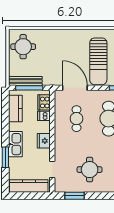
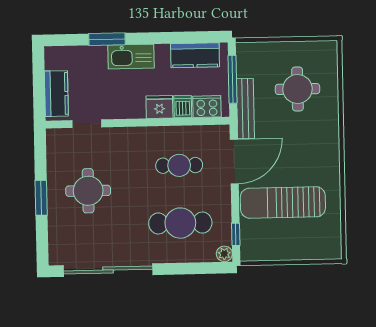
round table: (23, 47) -> (297, 89), moved
bench: (25, 81) -> (245, 109), moved
fridge: (44, 141) -> (159, 107), moved
kitchen counter: (29, 186) -> (56, 94), width x0.67
window: (74, 196) -> (41, 198), moved

